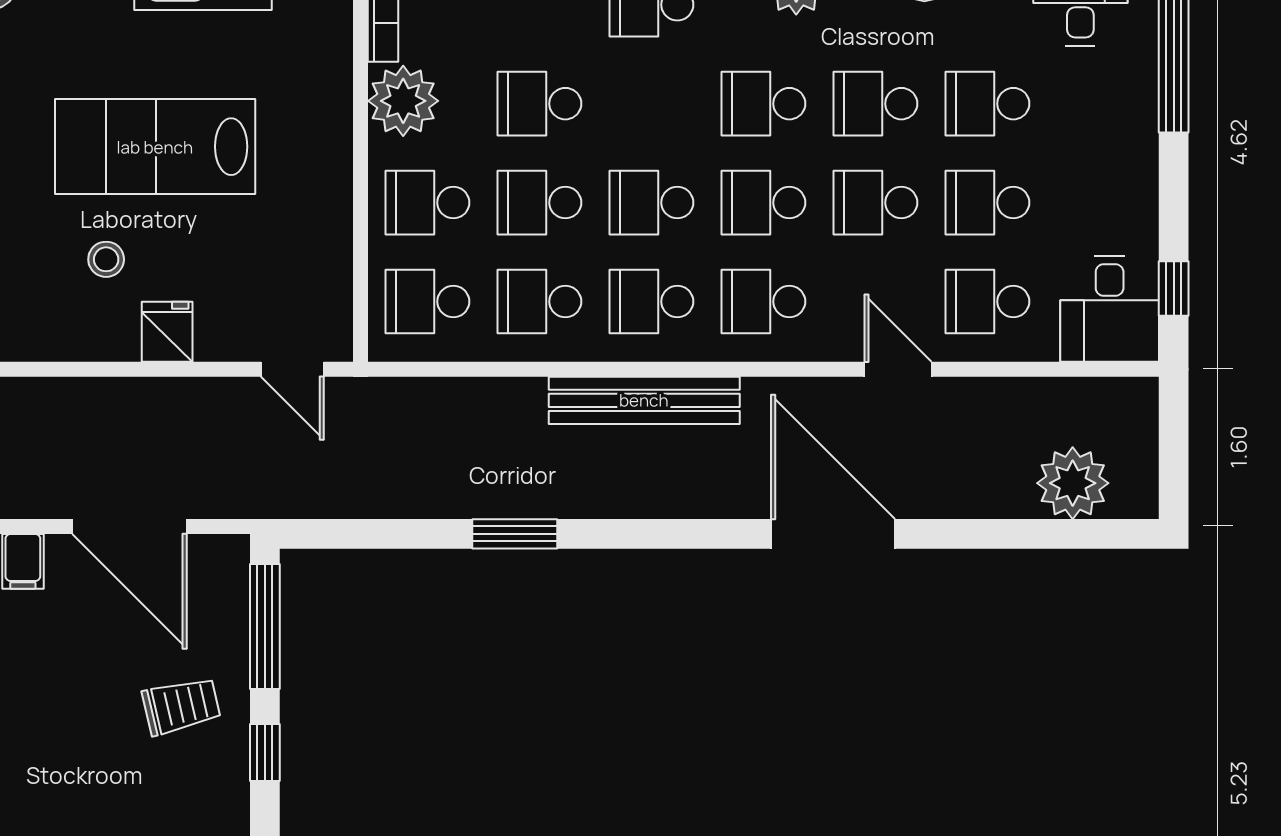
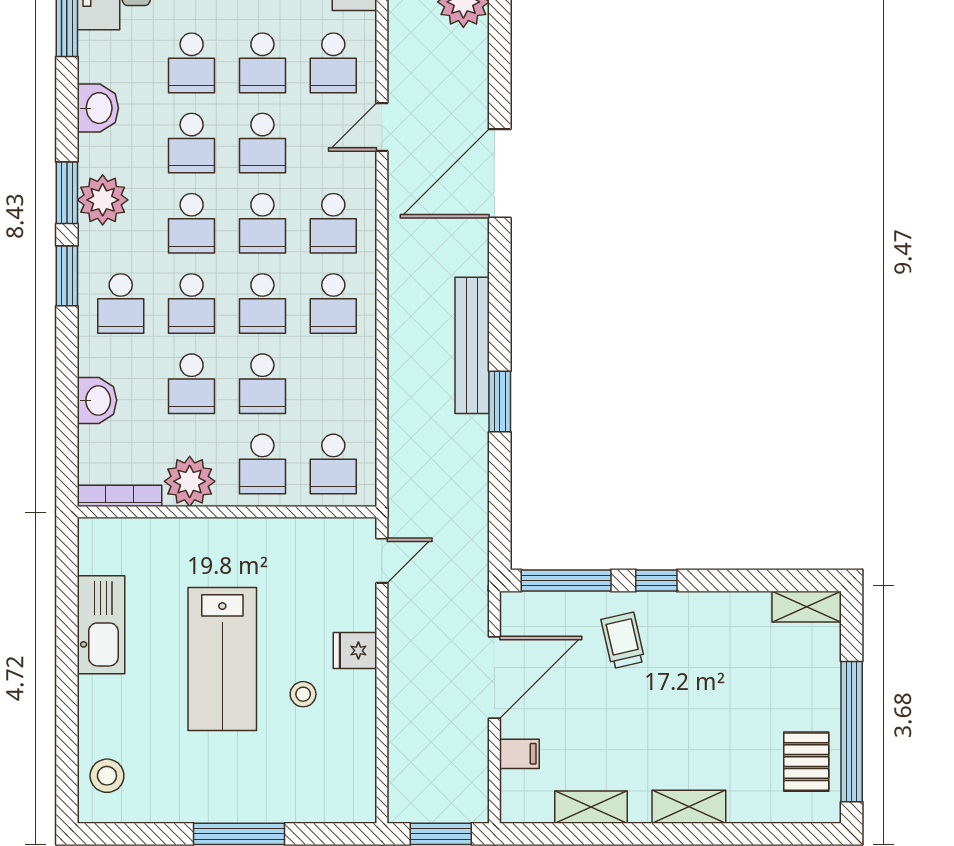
school desk: (539, 302) -> (192, 304), moved
bench: (644, 400) -> (472, 345), moved

